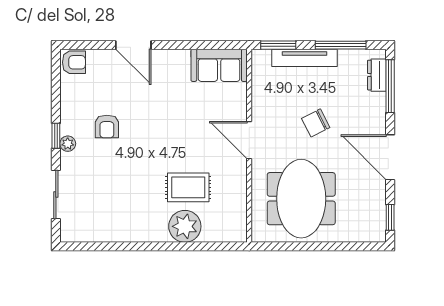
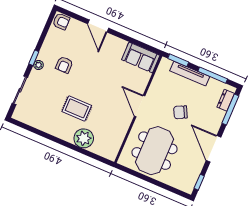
rug: (188, 187) -> (77, 108), moved

